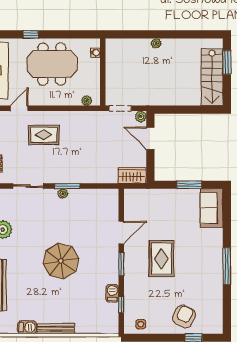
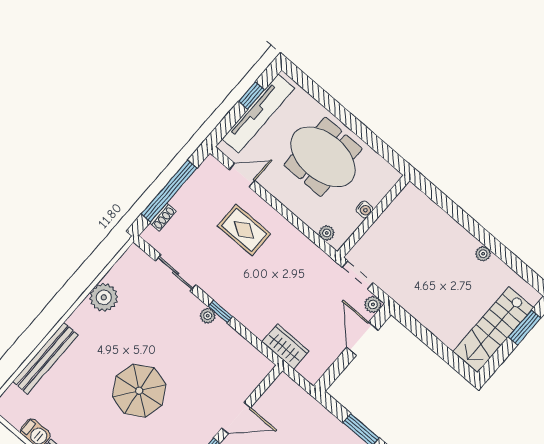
window: (31, 34) -> (328, 102), removed
plant: (156, 43) -> (483, 254), moved
water cooler: (95, 53) -> (365, 209), moved
wardrobe: (132, 175) -> (285, 347), moved
window: (67, 186) -> (220, 311), width x0.67

